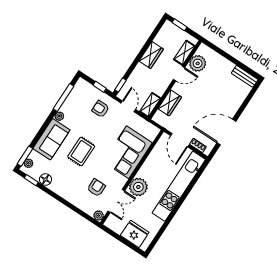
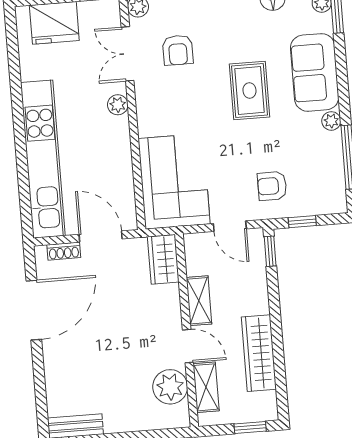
wardrobe: (151, 55) -> (259, 353), width x1.50
door: (179, 73) -> (188, 346), swing flipped
wardrobe: (170, 103) -> (163, 259), moved
shelving: (150, 105) -> (199, 301), moved
armchair: (101, 109) -> (272, 186), turned 180
corner sofa: (128, 152) -> (174, 181), moved
plant: (138, 187) -> (118, 105), width x0.53, depth x0.53

